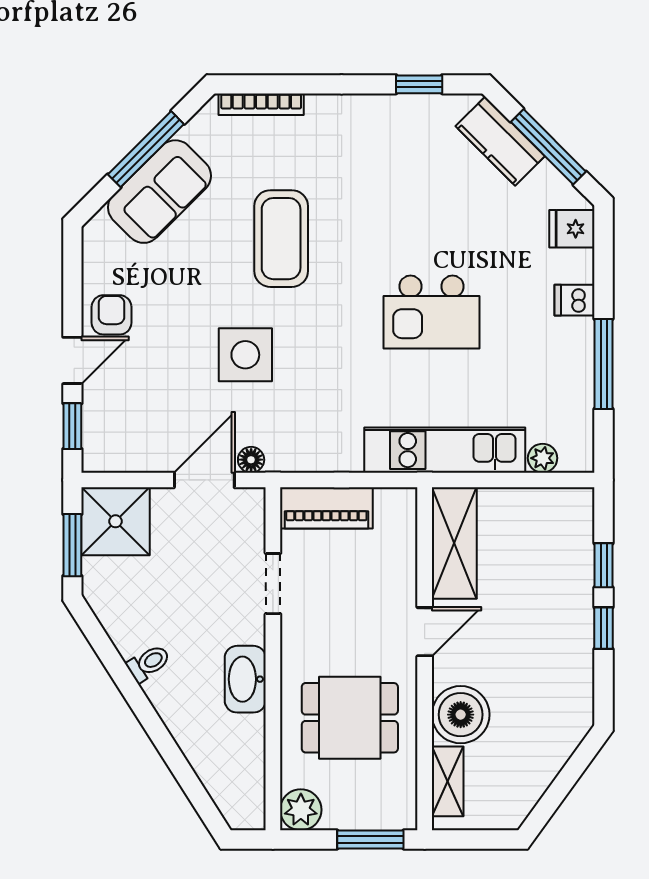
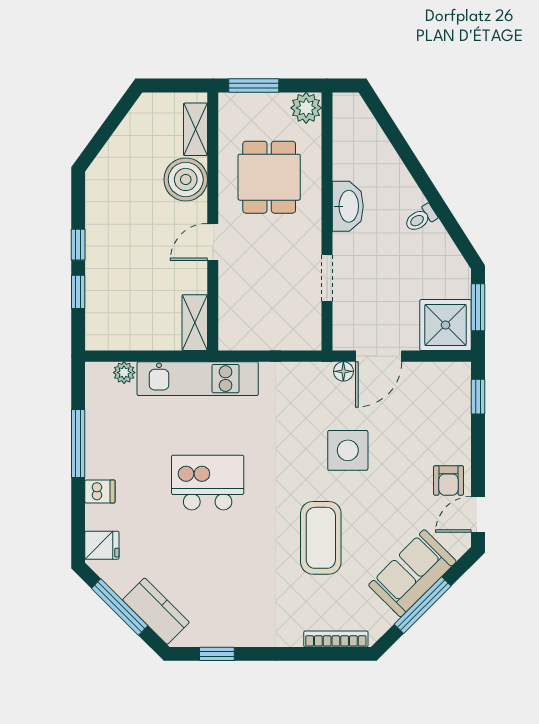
door: (72, 360) -> (478, 514), moved
piano: (326, 508) -> (287, 335), removed
shelving: (454, 543) -> (195, 323), width x0.67, depth x0.75
dining table: (350, 718) -> (269, 177), turned 90

